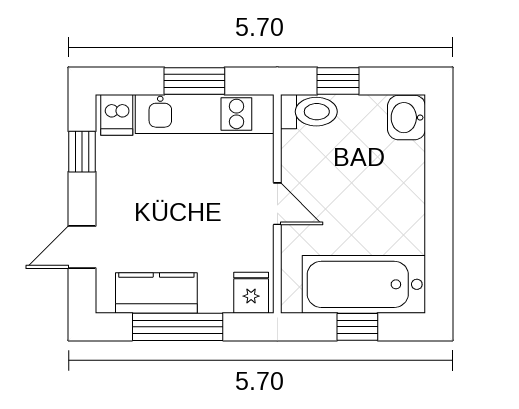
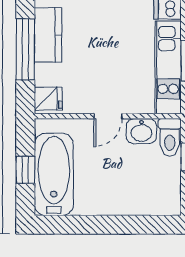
washbasin: (406, 118) -> (141, 131), moved, turned 180

